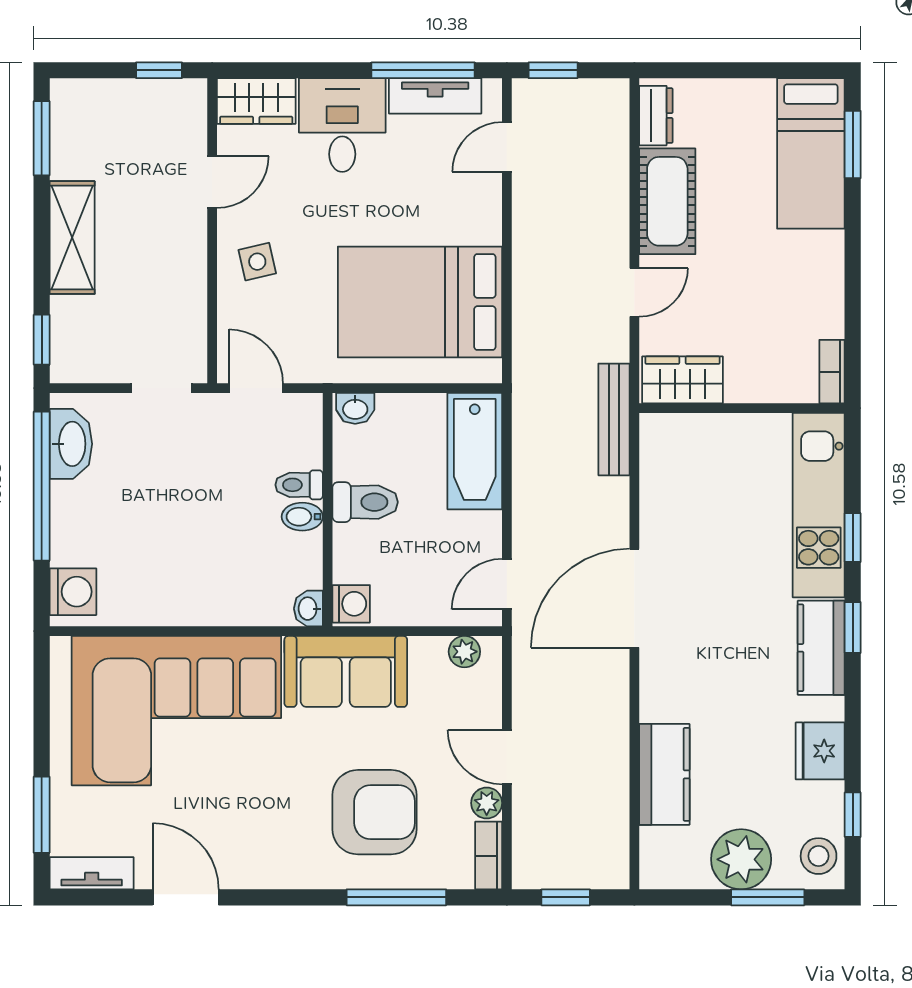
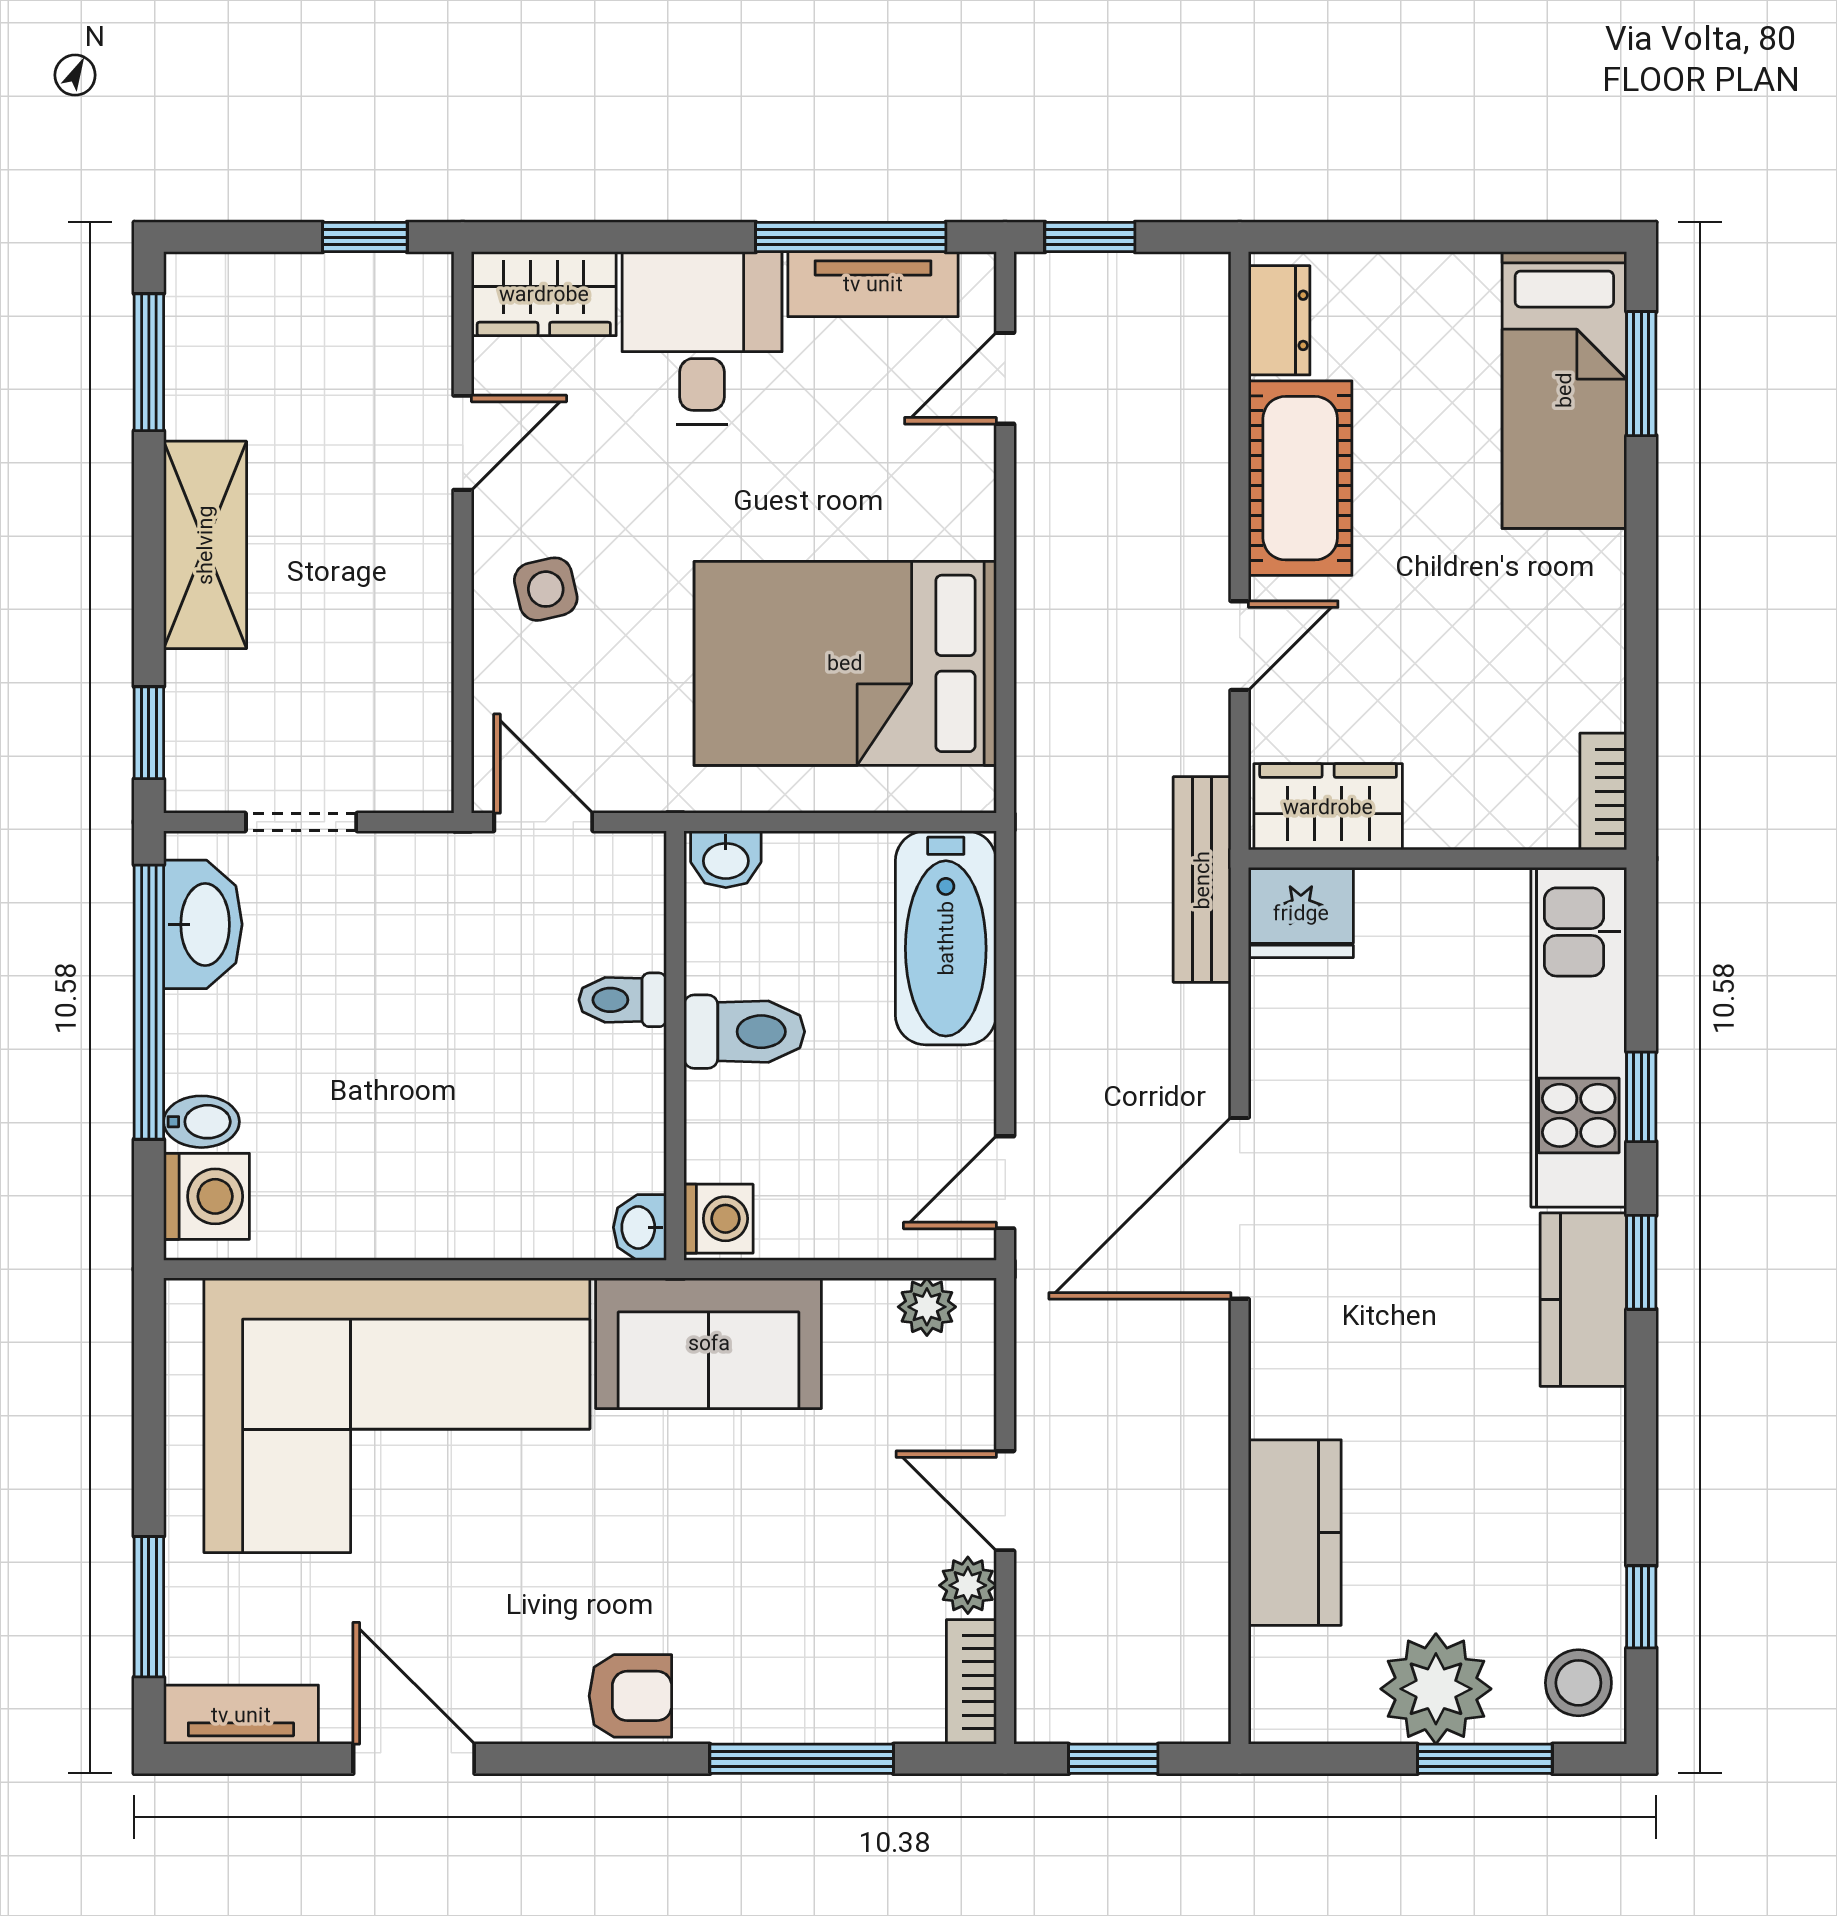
doorway: (162, 388) -> (301, 822), moved
bidet: (302, 517) -> (201, 1122), moved, turned 180
fridge: (820, 751) -> (1301, 913), moved, turned -90
armchair: (374, 812) -> (630, 1696), moved, width x0.53, depth x0.53

